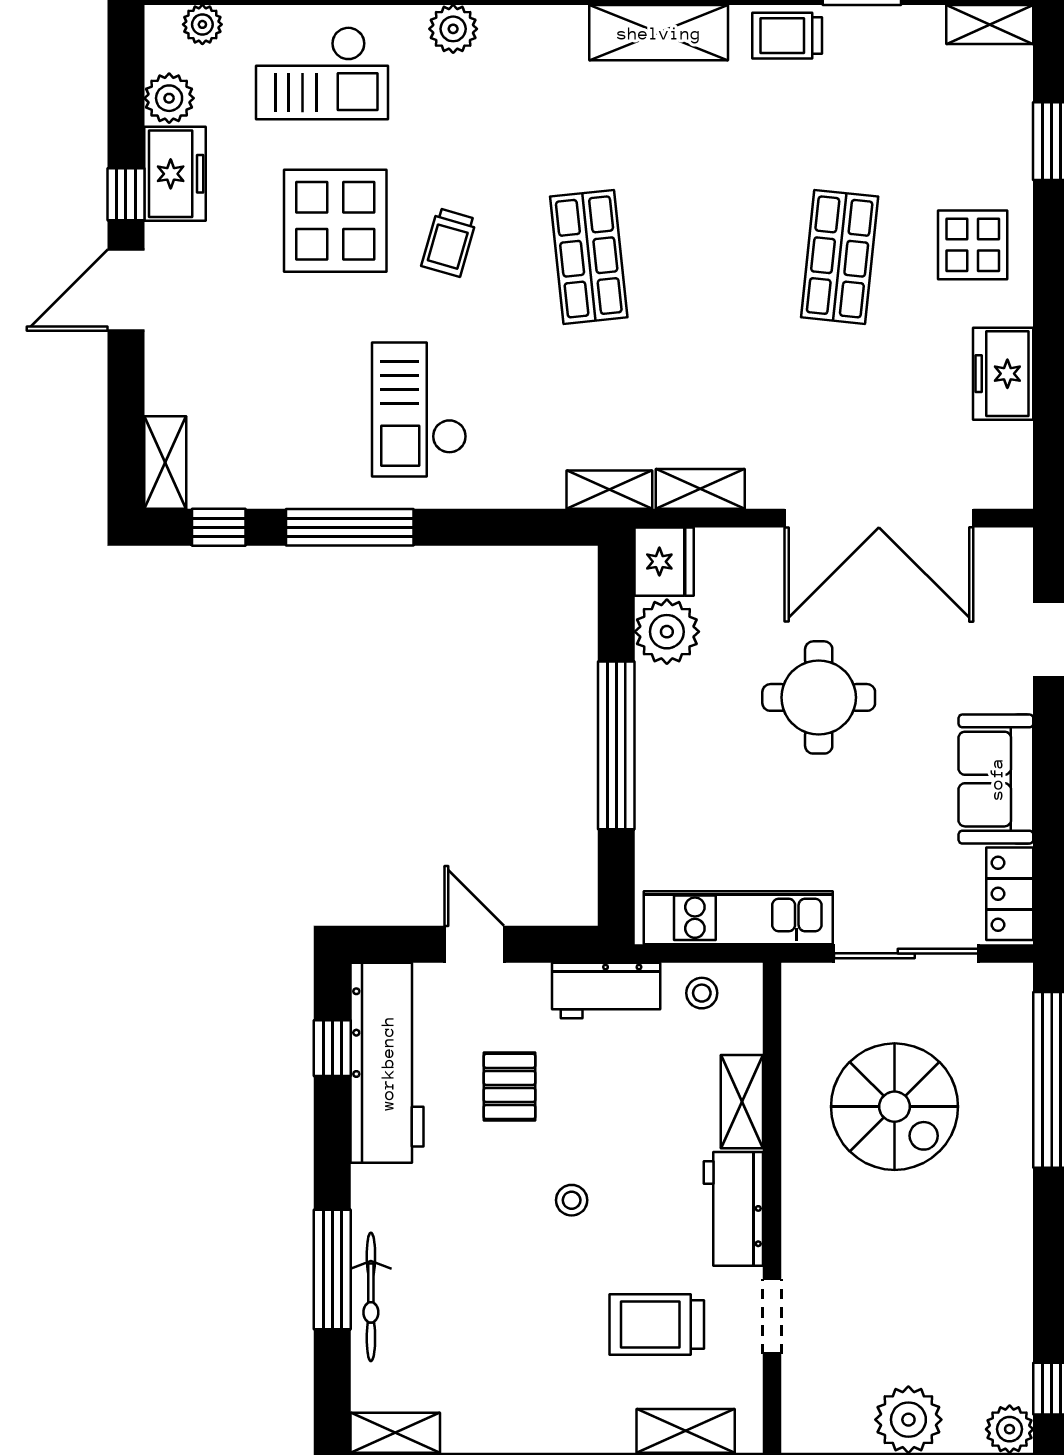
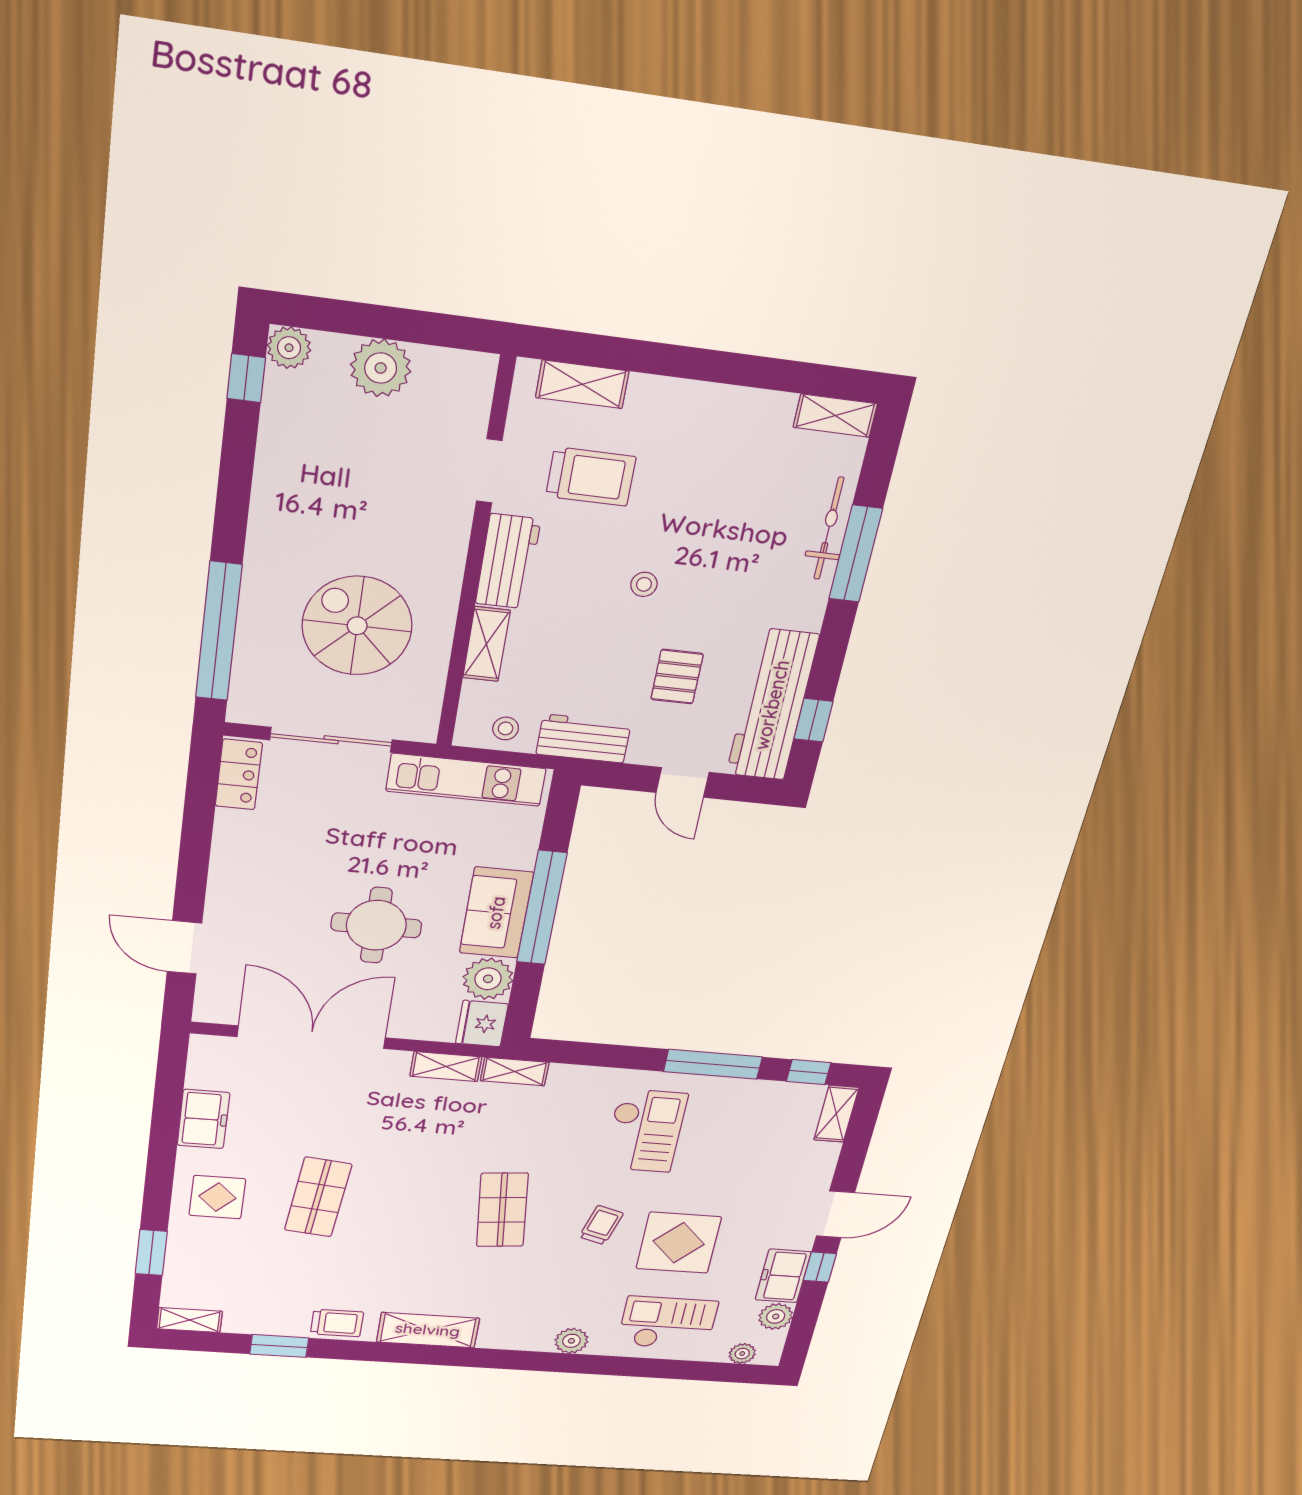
sofa: (996, 779) -> (496, 913), moved, turned 180

